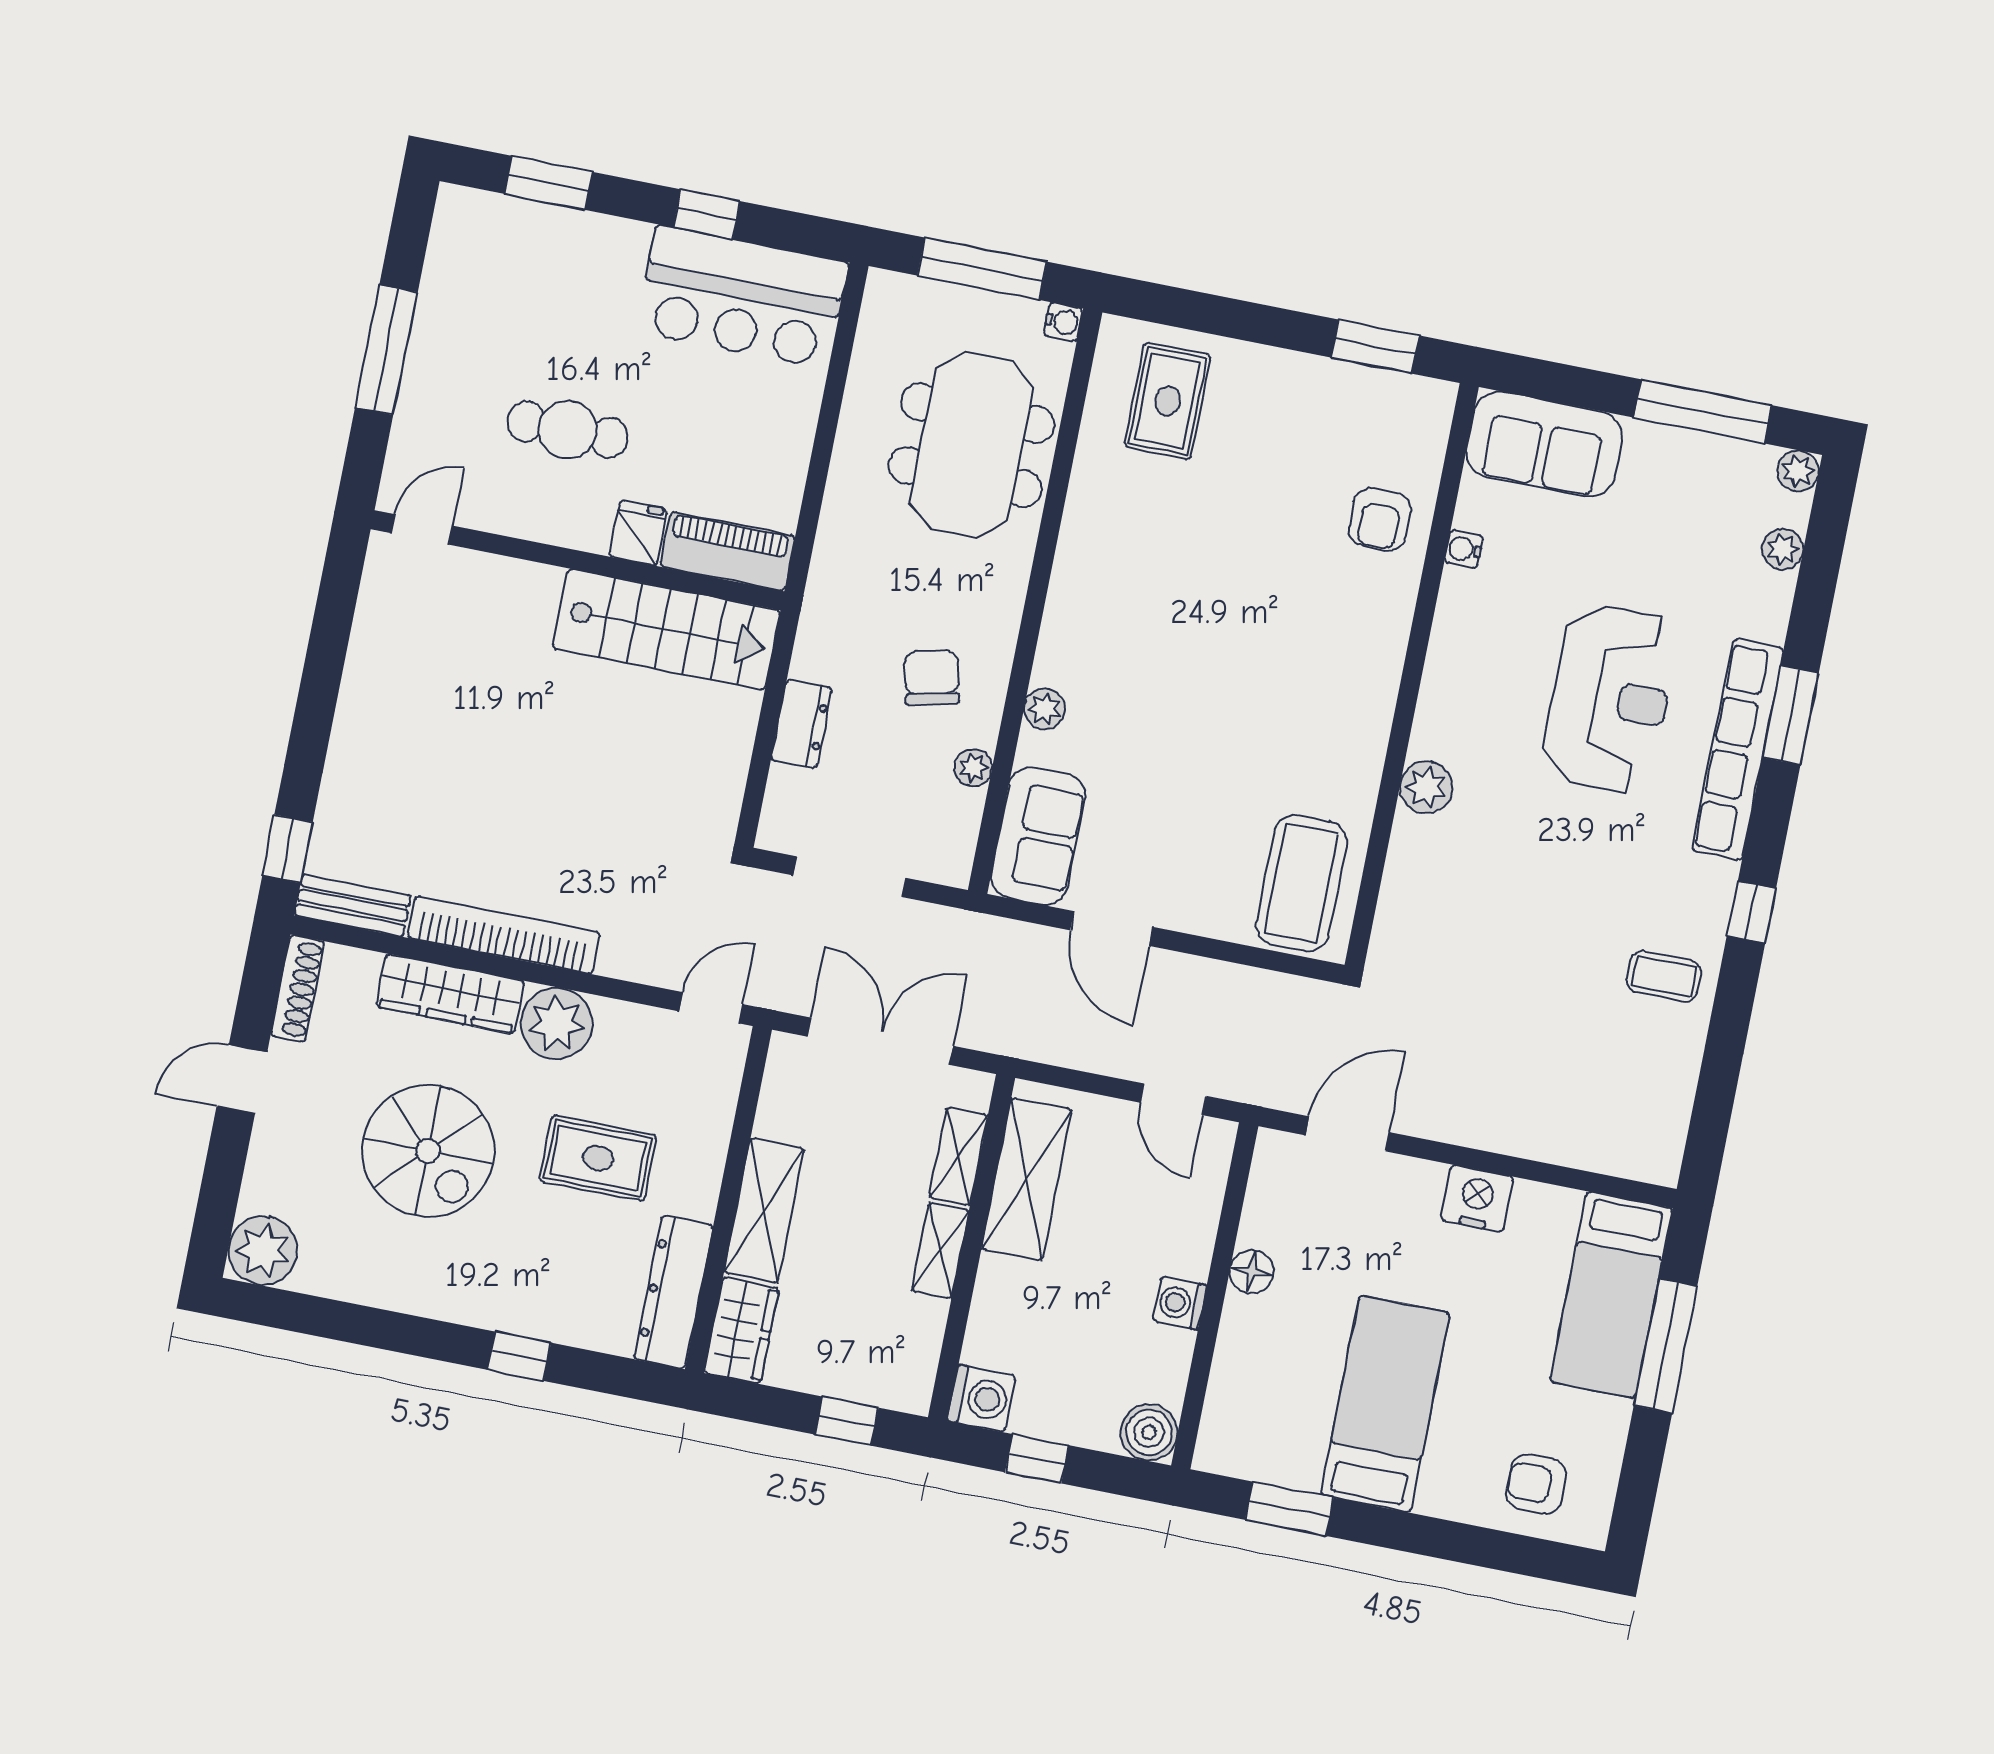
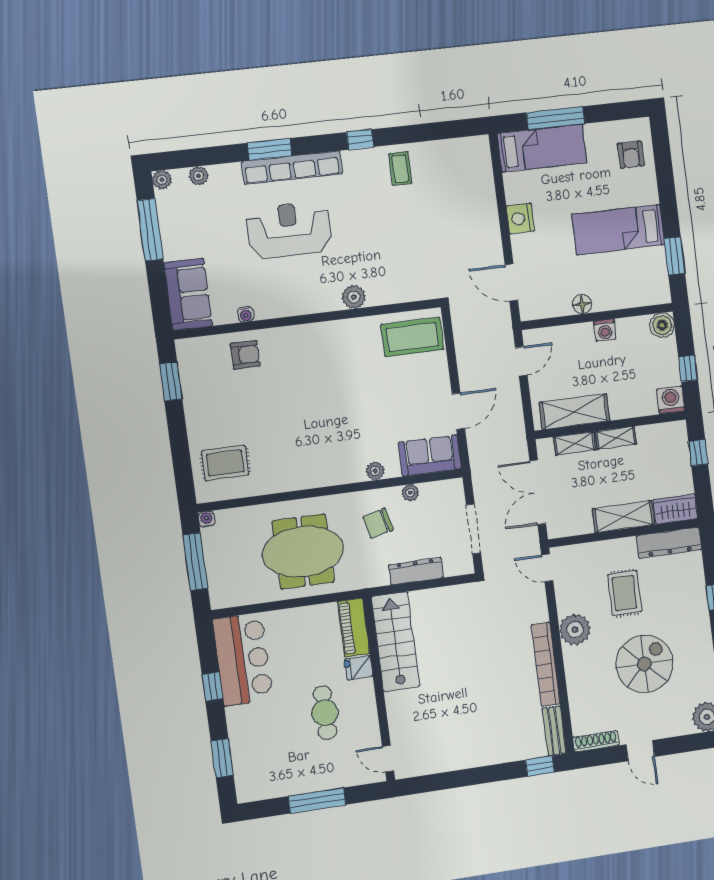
meeting table: (971, 445) -> (303, 552), moved
dresser: (802, 724) -> (416, 571), width x1.44
wardrobe: (450, 994) -> (577, 678), removed

